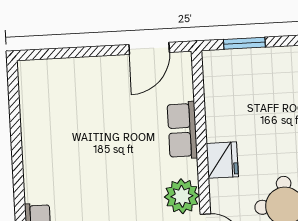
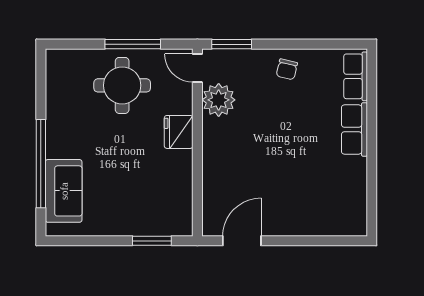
row of seats: (182, 130) -> (354, 129), moved, turned 180

